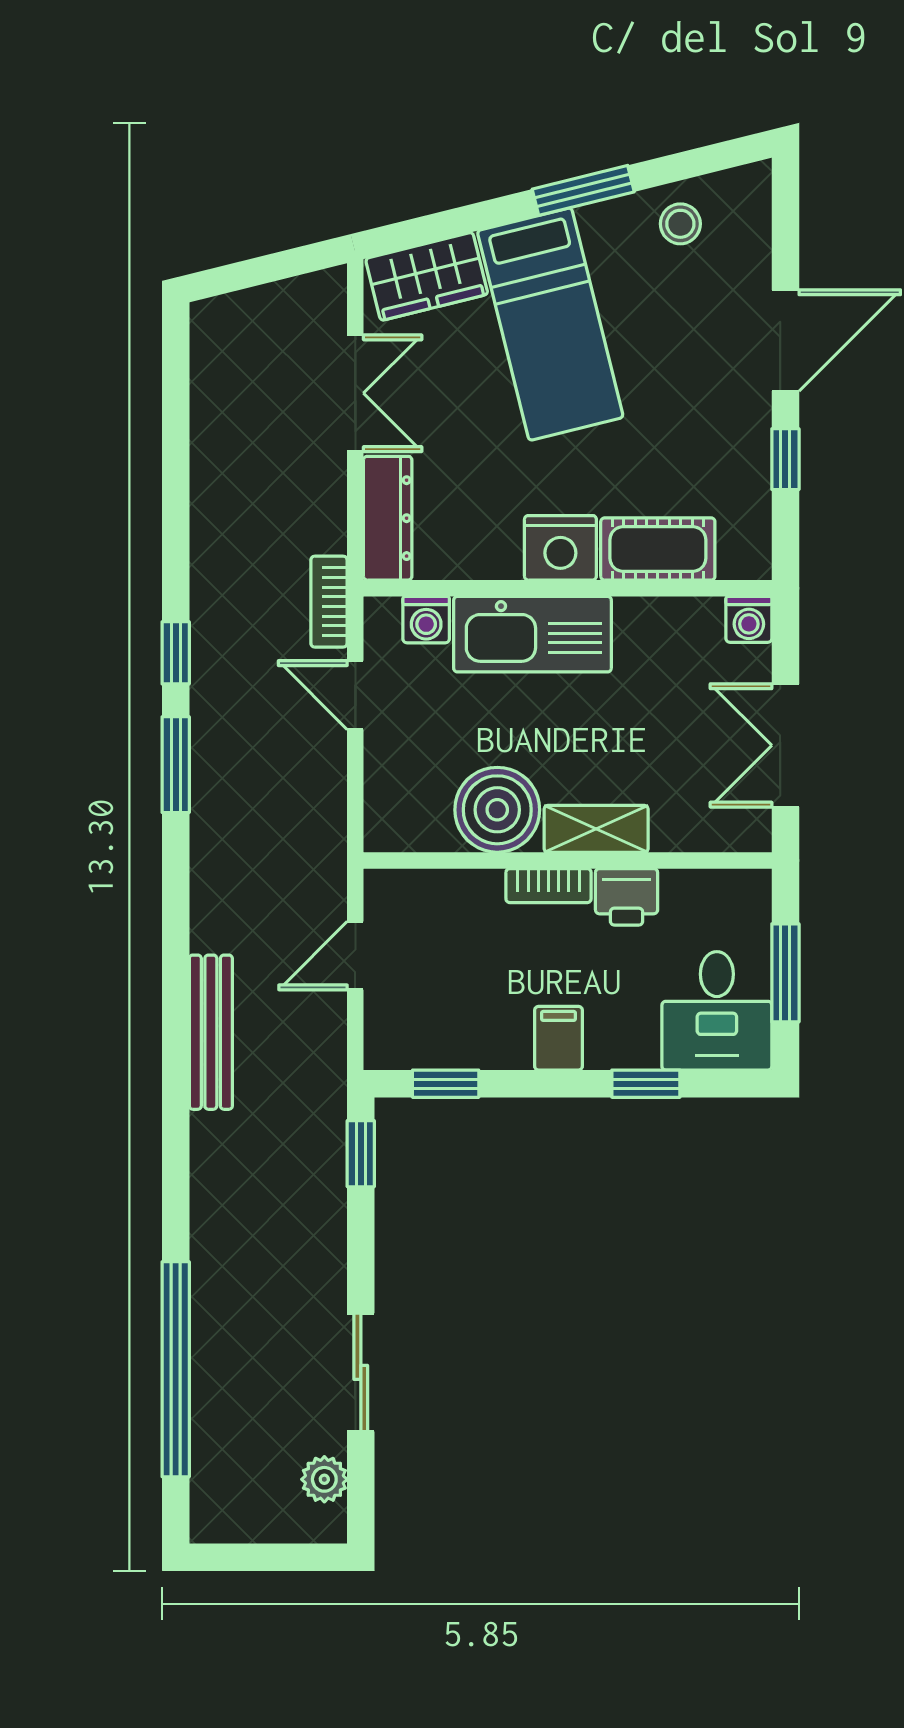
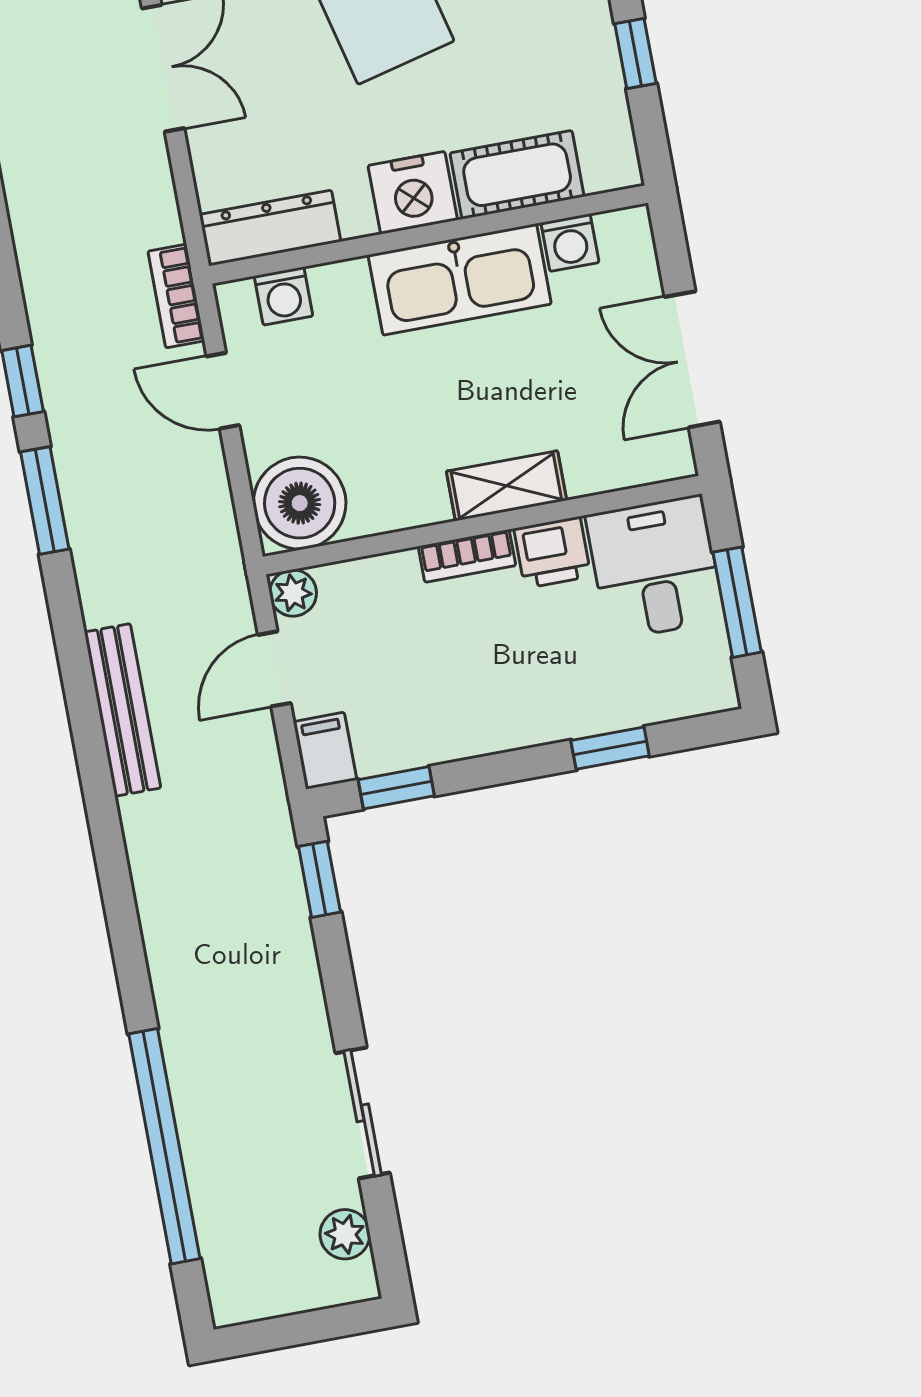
dresser: (388, 518) -> (270, 228), moved, turned -90
washing machine: (749, 619) -> (570, 243), moved
kitchen sink: (532, 634) -> (460, 279), moved
boiler: (497, 810) -> (300, 503), moved
plant: (385, 890) -> (293, 593), added
desk: (717, 1011) -> (655, 568), moved, turned 180
bench: (211, 1032) -> (122, 710), moved
filing cabinet: (558, 1038) -> (325, 751), moved

